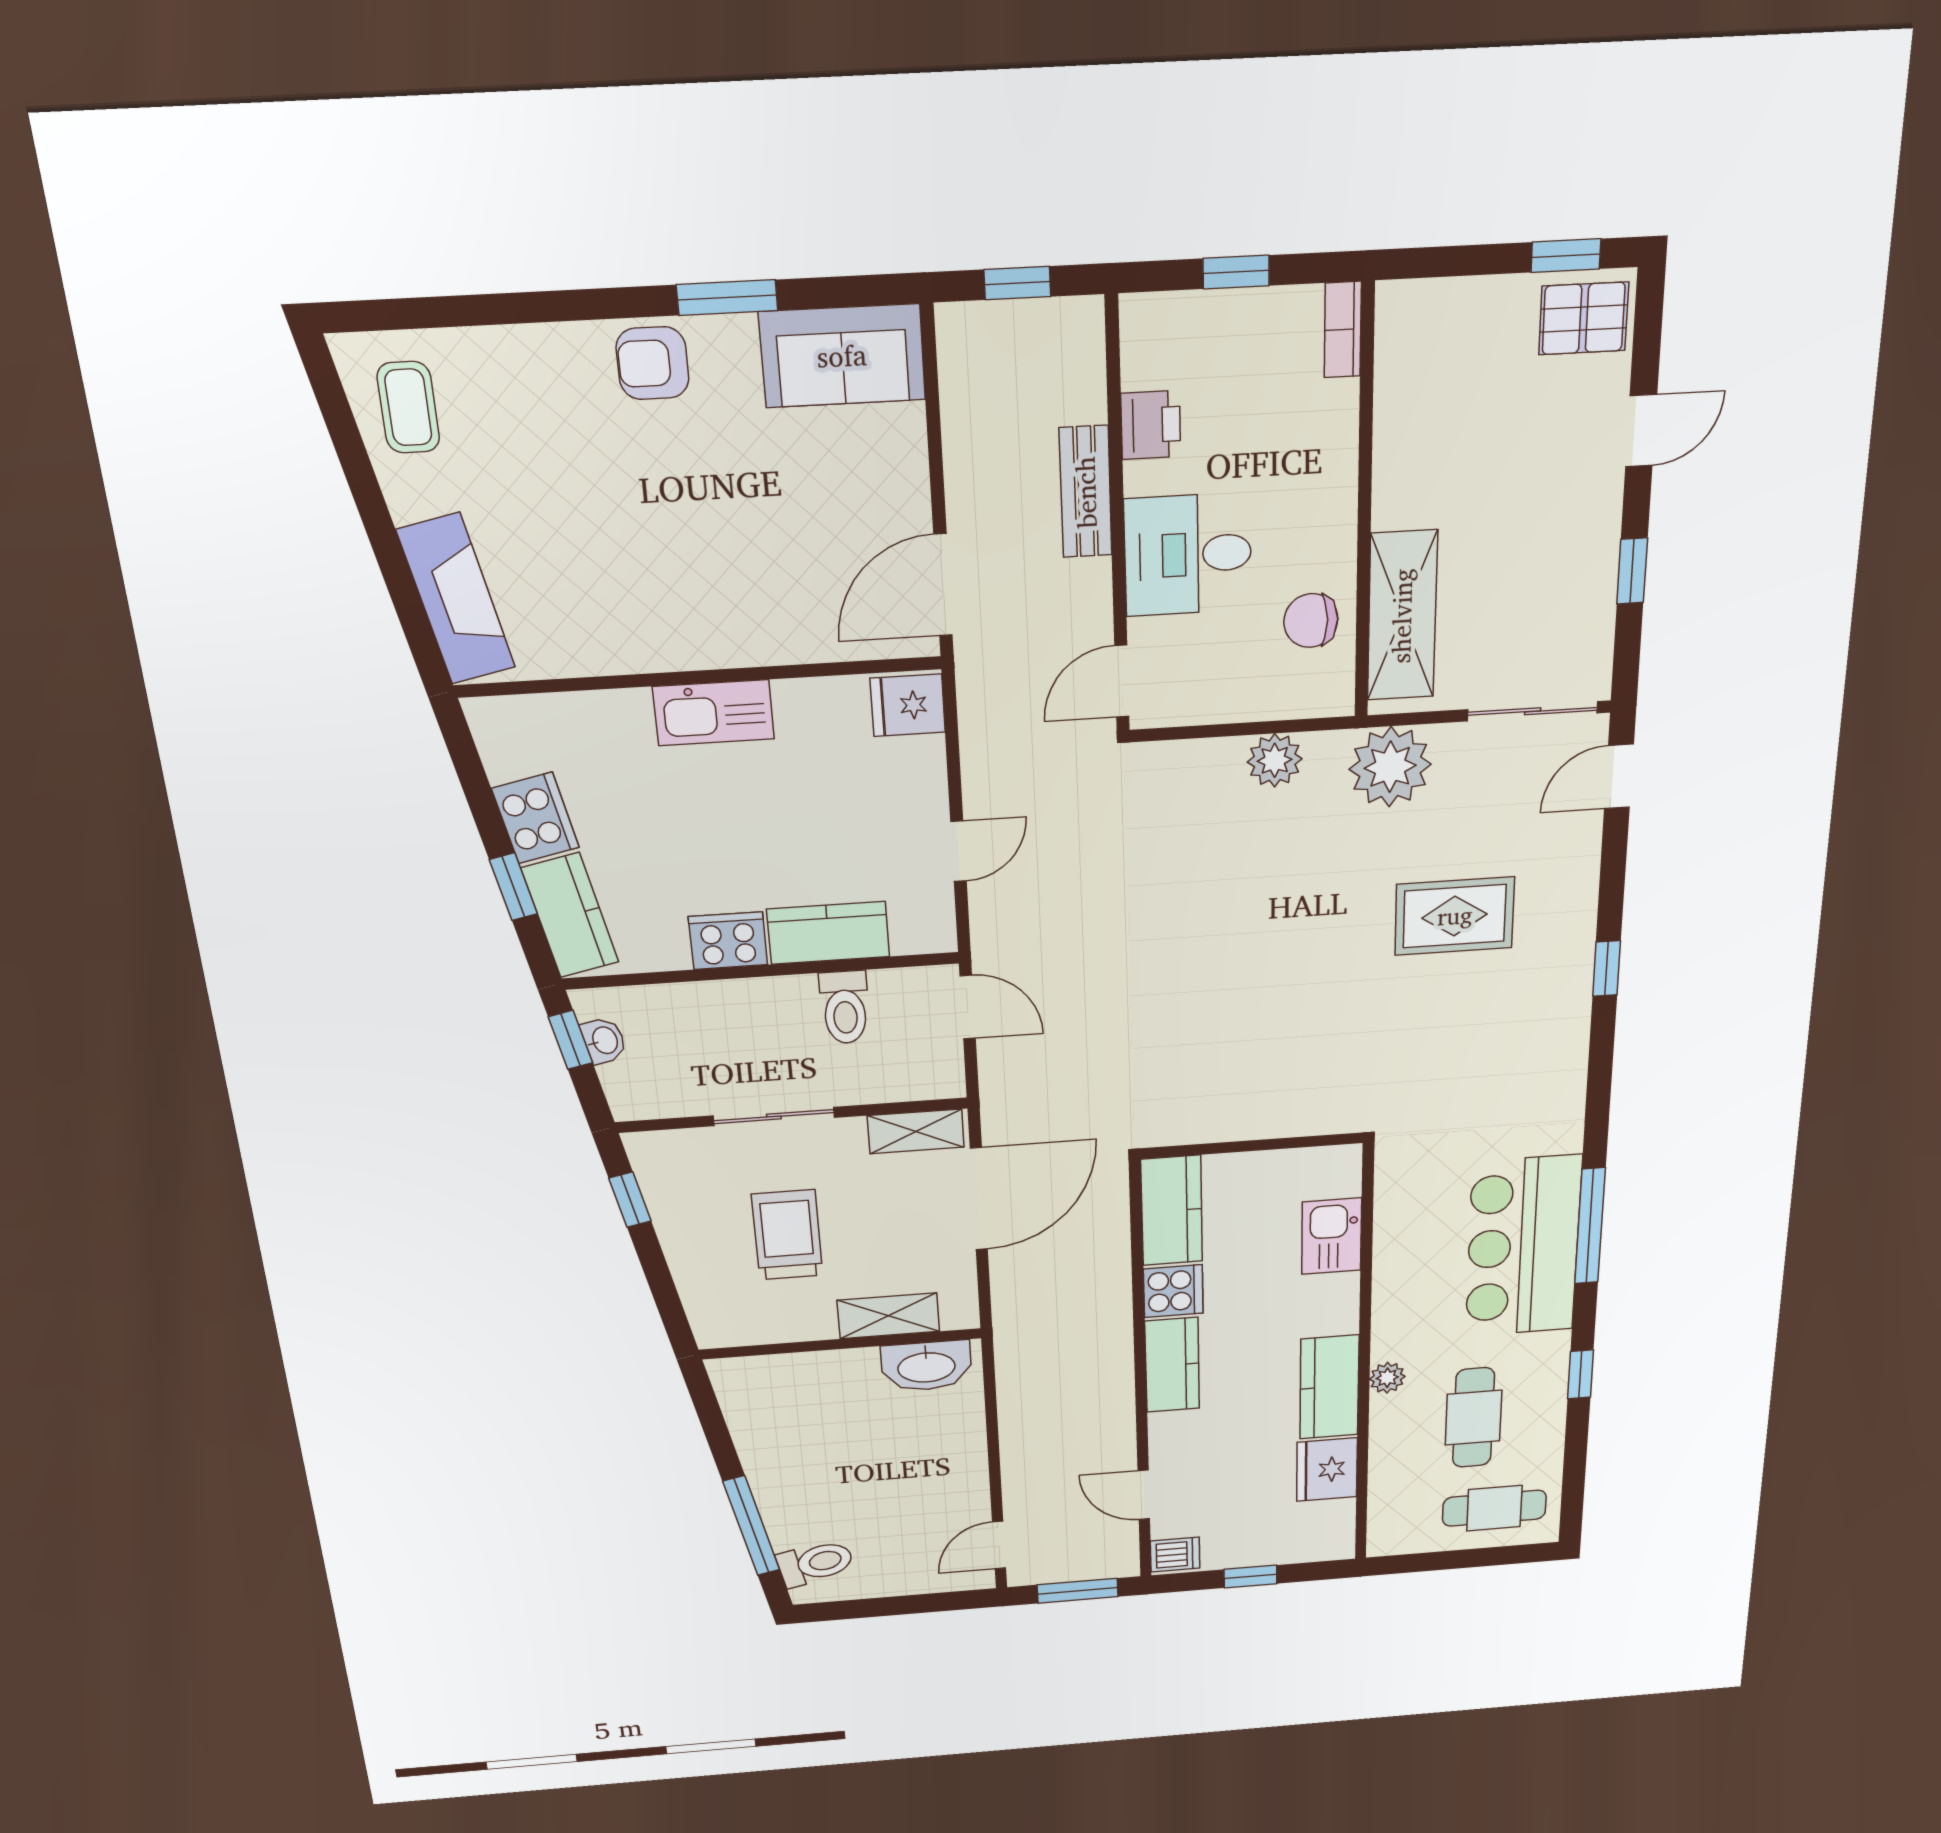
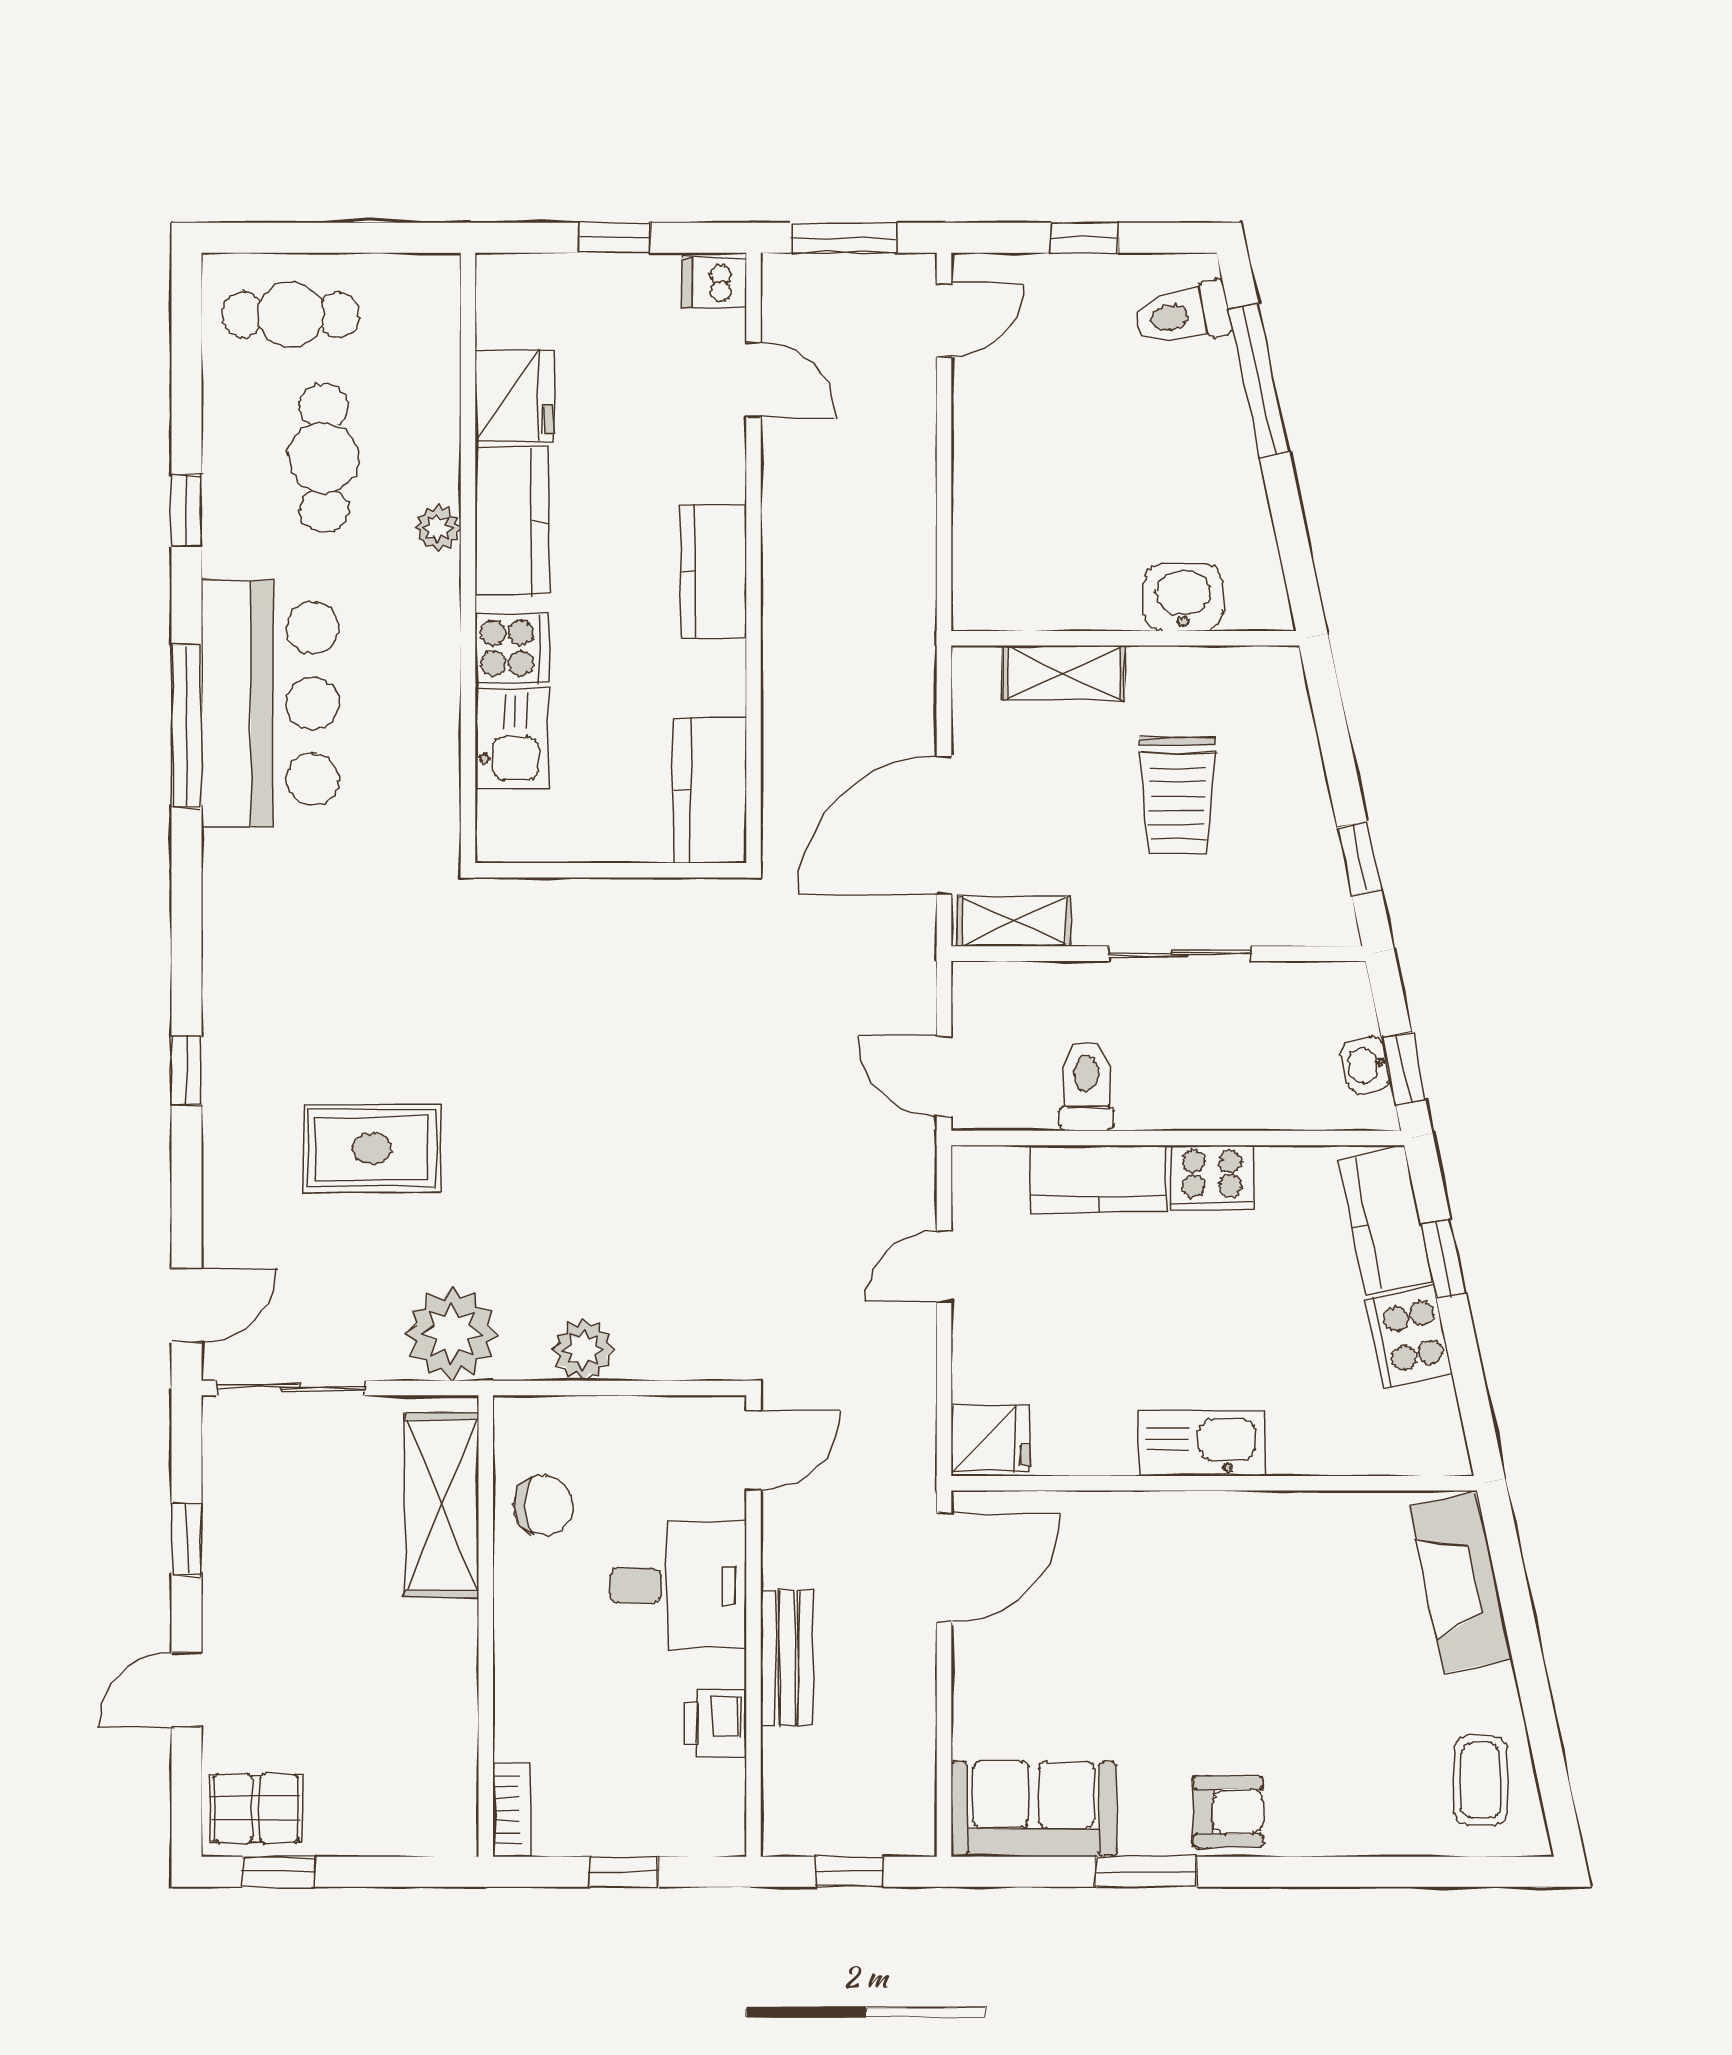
cooker: (1173, 1291) -> (512, 648), moved, turned 180
washbasin: (926, 1366) -> (1183, 597), moved, width x0.72
window: (895, 1606) -> (1084, 238), added

